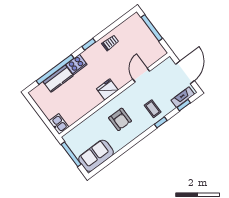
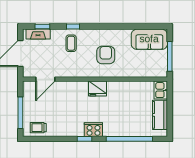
trolley: (110, 43) -> (38, 128), moved
cooker: (76, 64) -> (93, 130), moved
door: (141, 75) -> (45, 79), moved
kitchen counter: (58, 79) -> (160, 115), moved, turned -90

